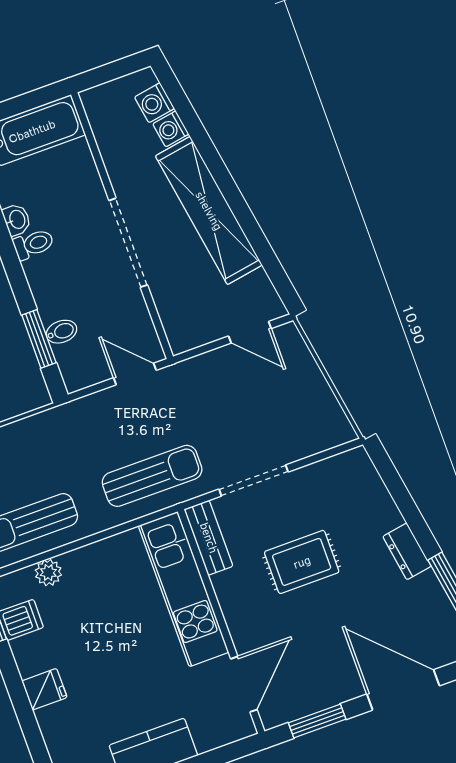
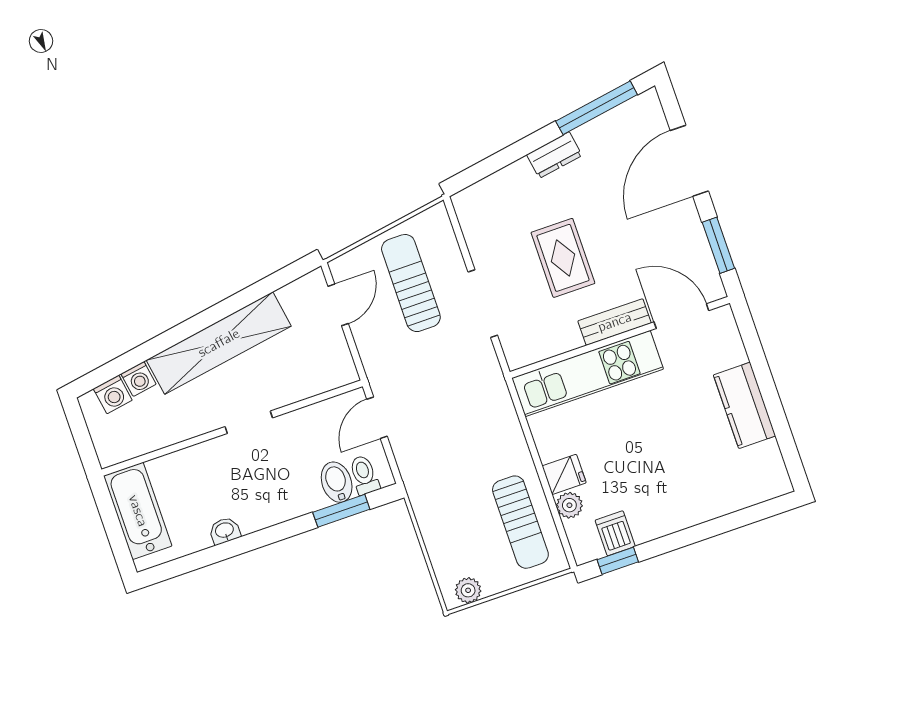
doorway: (128, 243) -> (249, 422), width x0.53
toilet: (33, 244) -> (364, 475), moved
bidet: (62, 332) -> (337, 482), width x1.38, depth x1.36
sun lounger: (152, 476) -> (411, 283), moved
bench: (209, 538) -> (615, 322), moved
fridge: (44, 689) -> (564, 474), moved, turned 90

